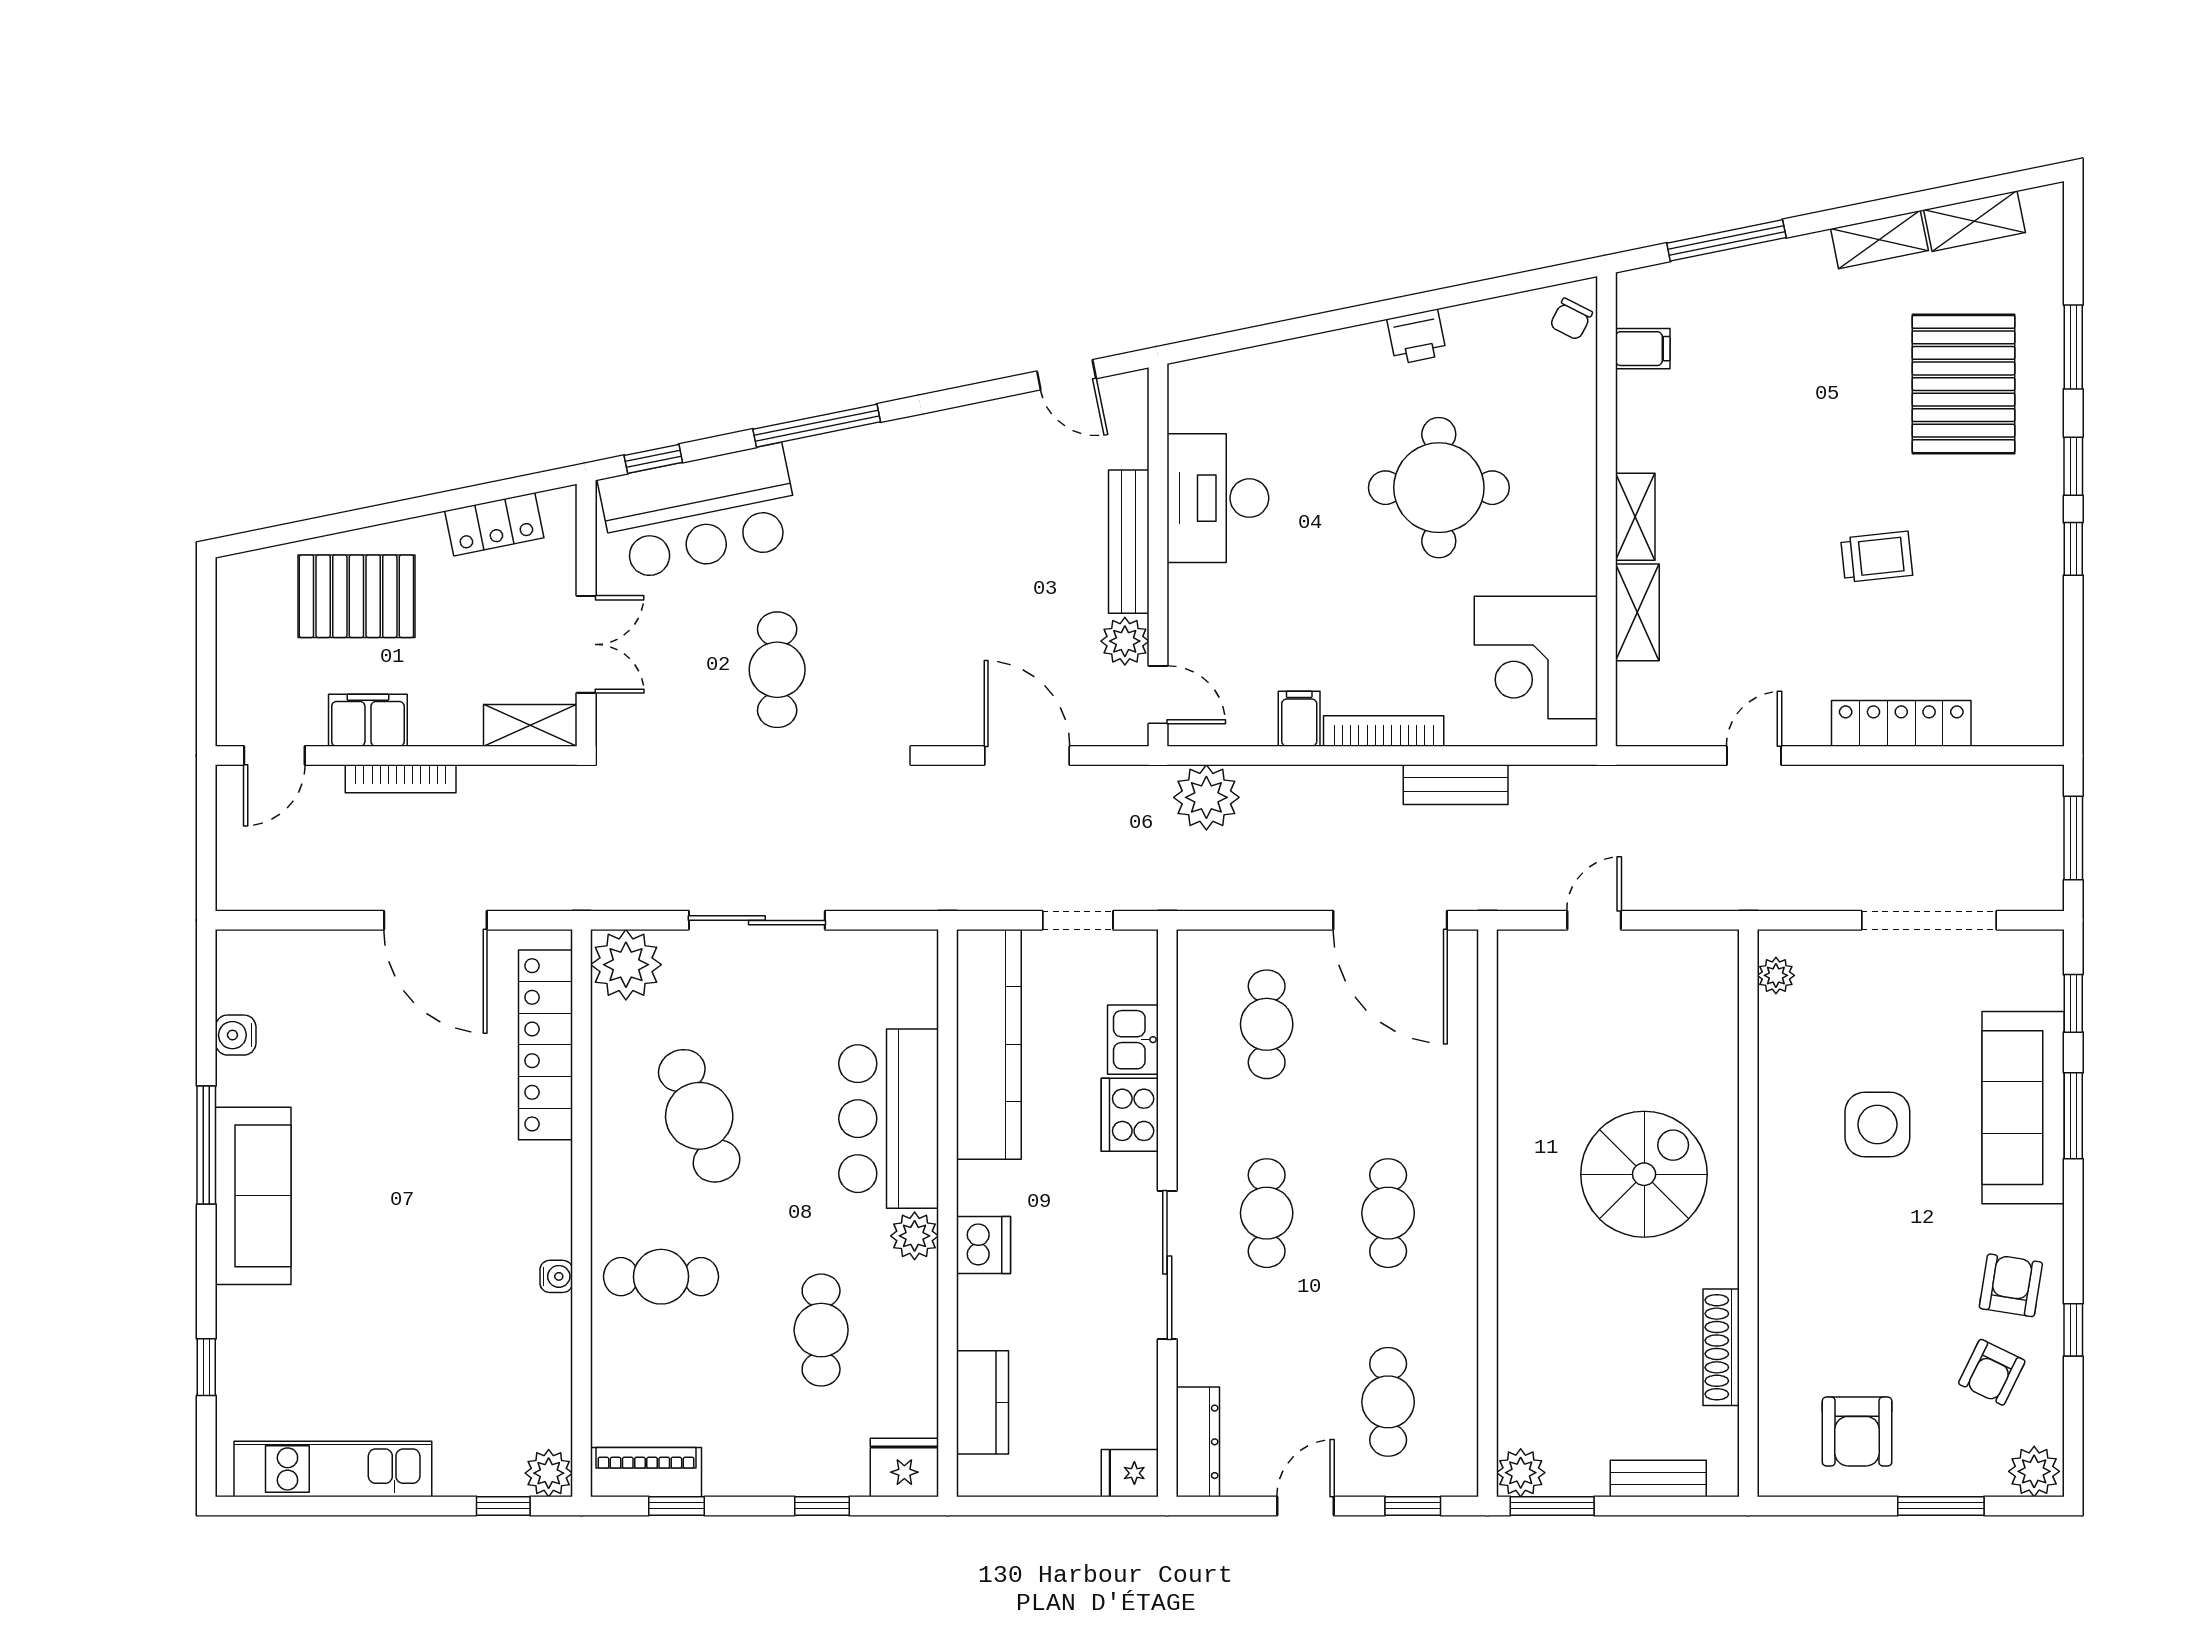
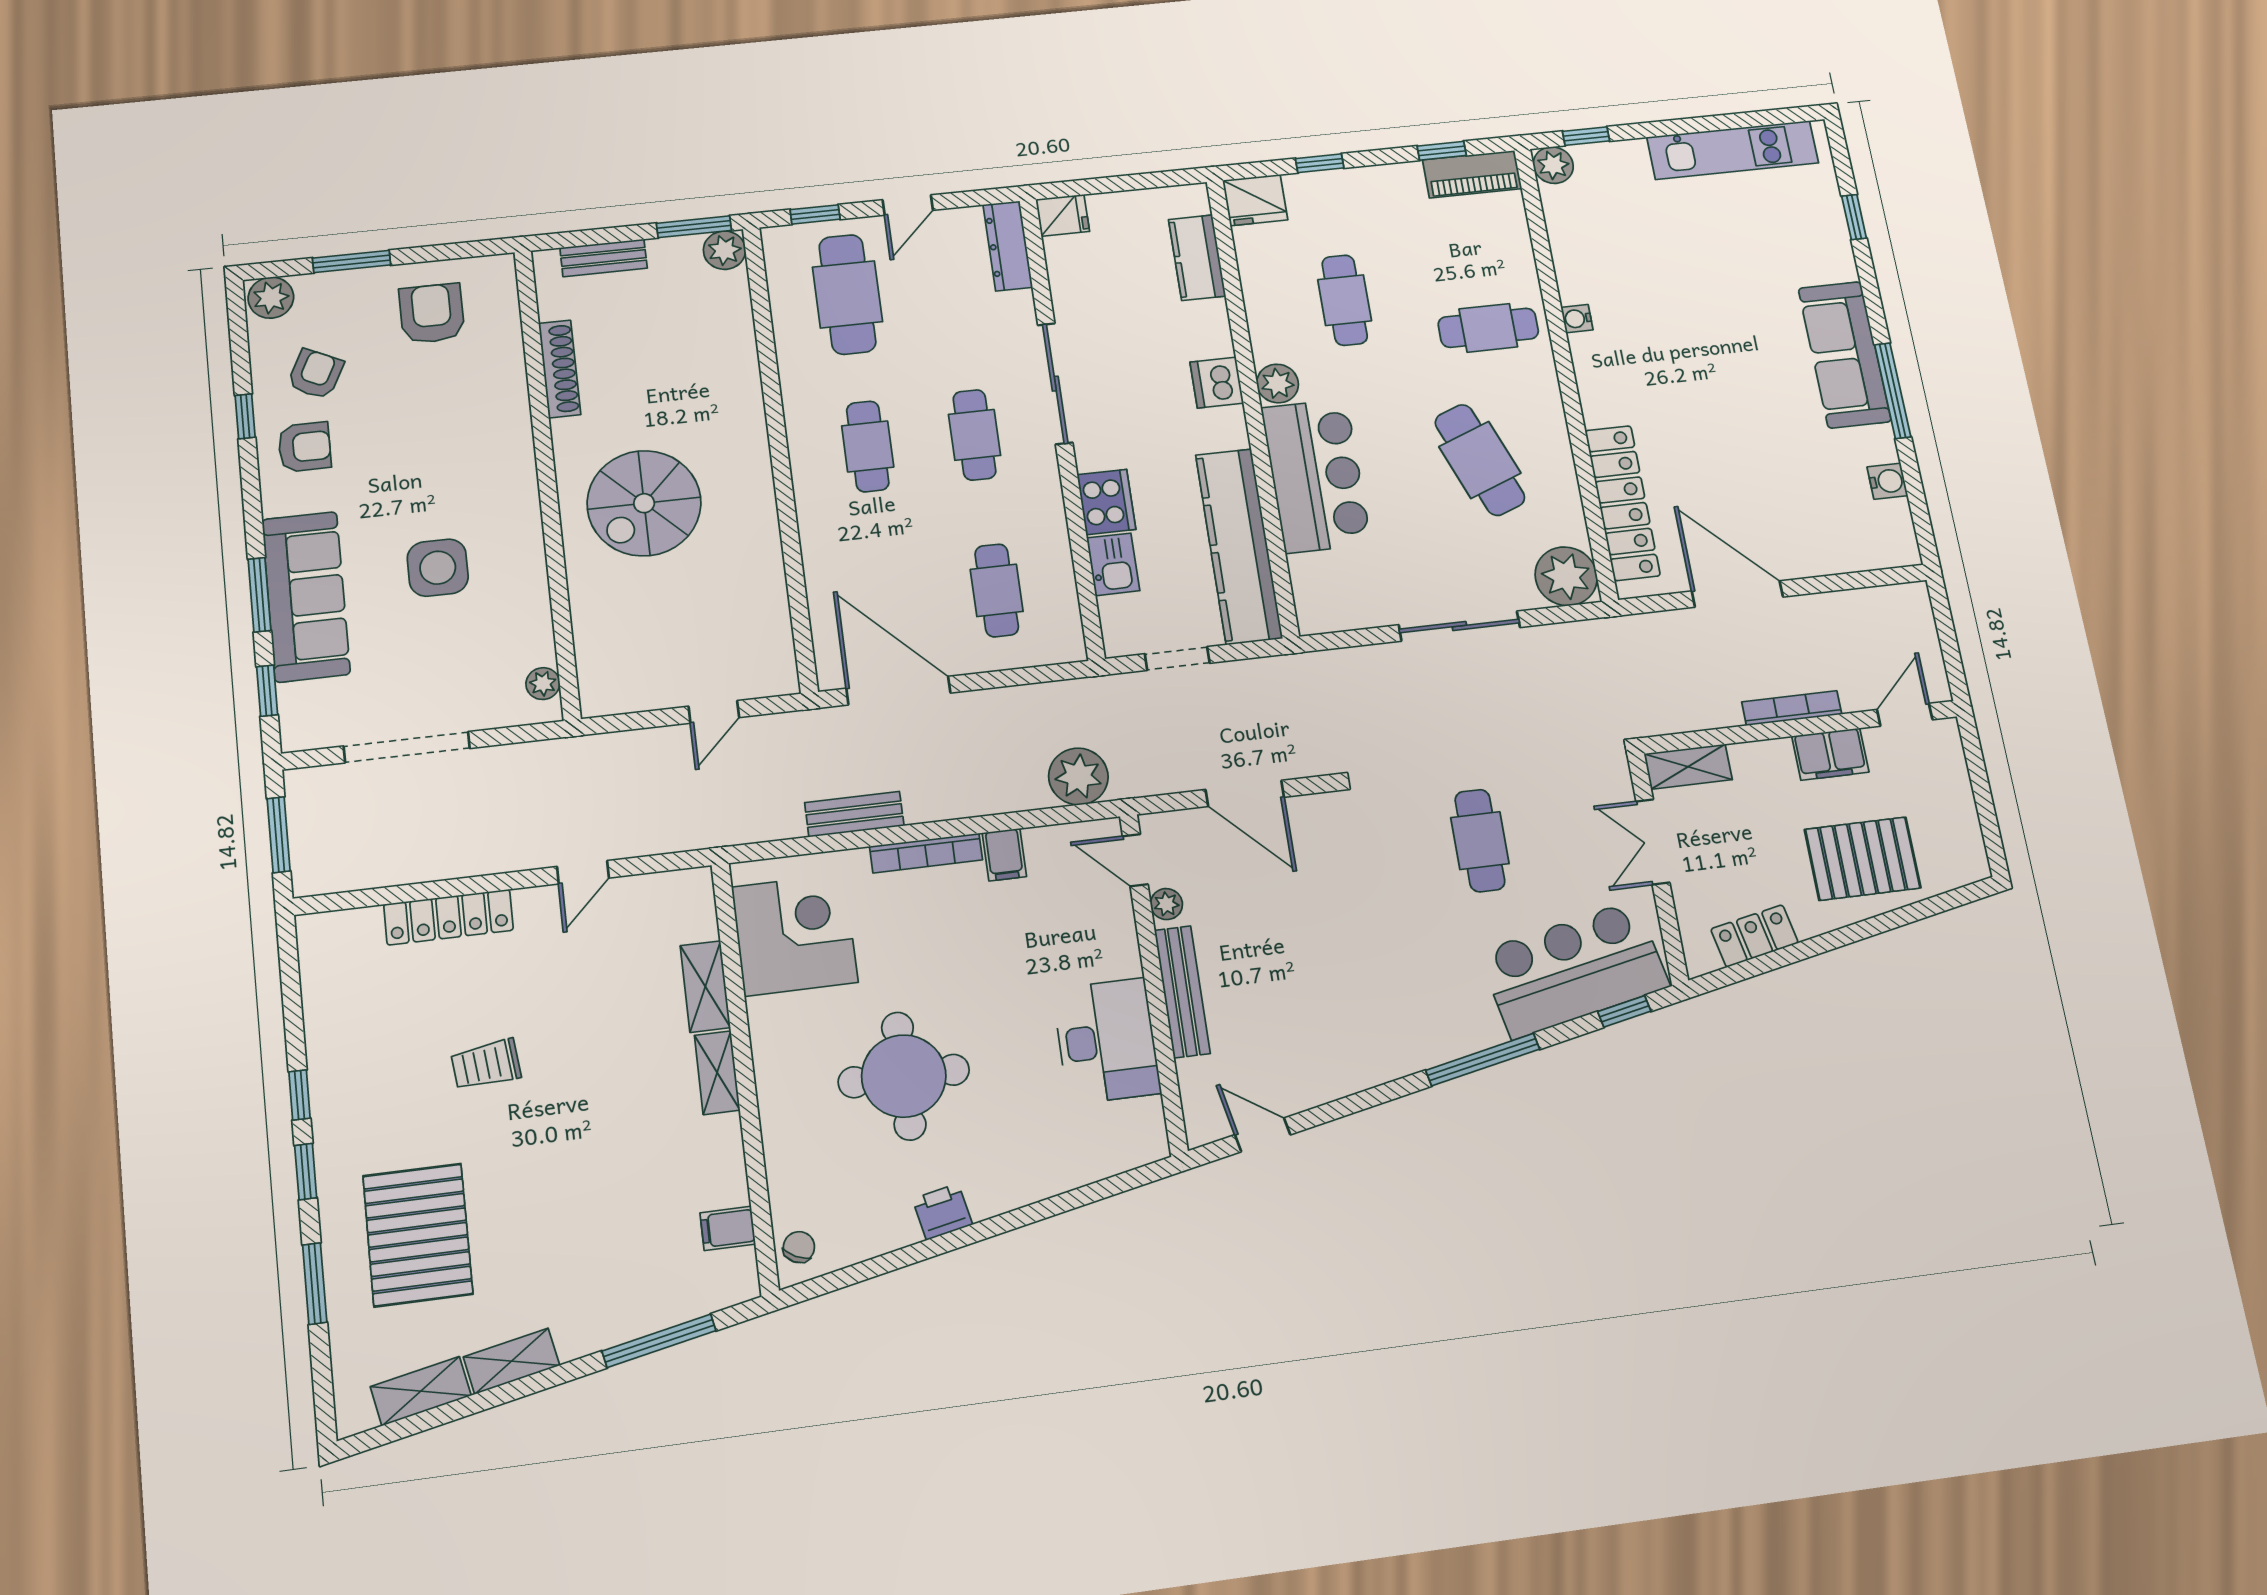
plant: (1125, 641) -> (1166, 904), width x0.73, depth x0.73
armchair: (2011, 1285) -> (305, 447), turned -99
cafe table: (1388, 1402) -> (847, 294), width x1.37, depth x1.35

